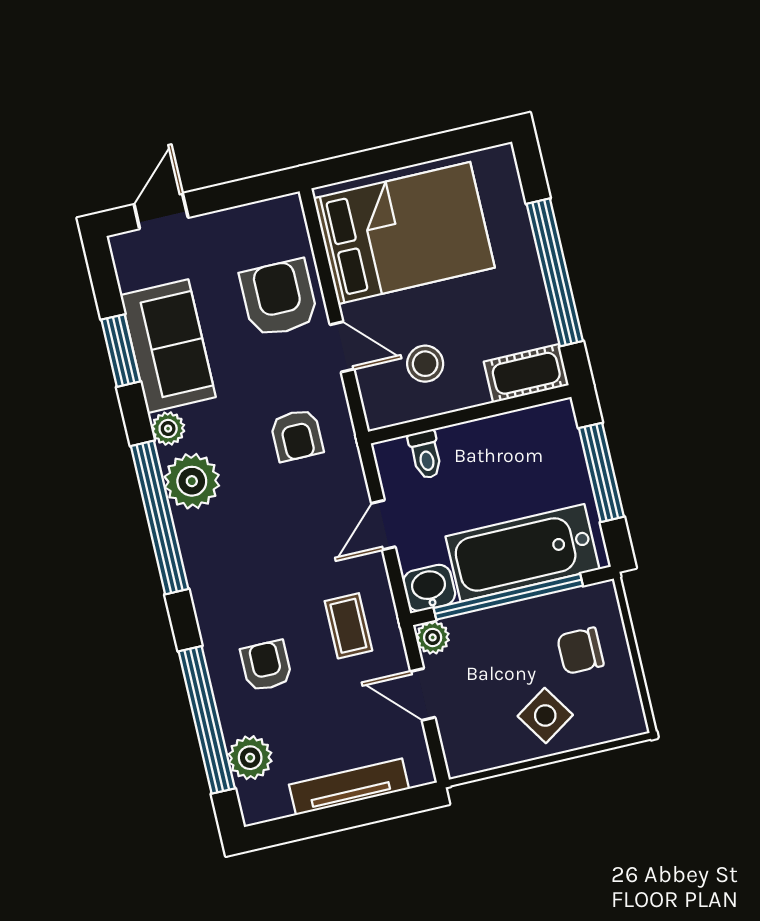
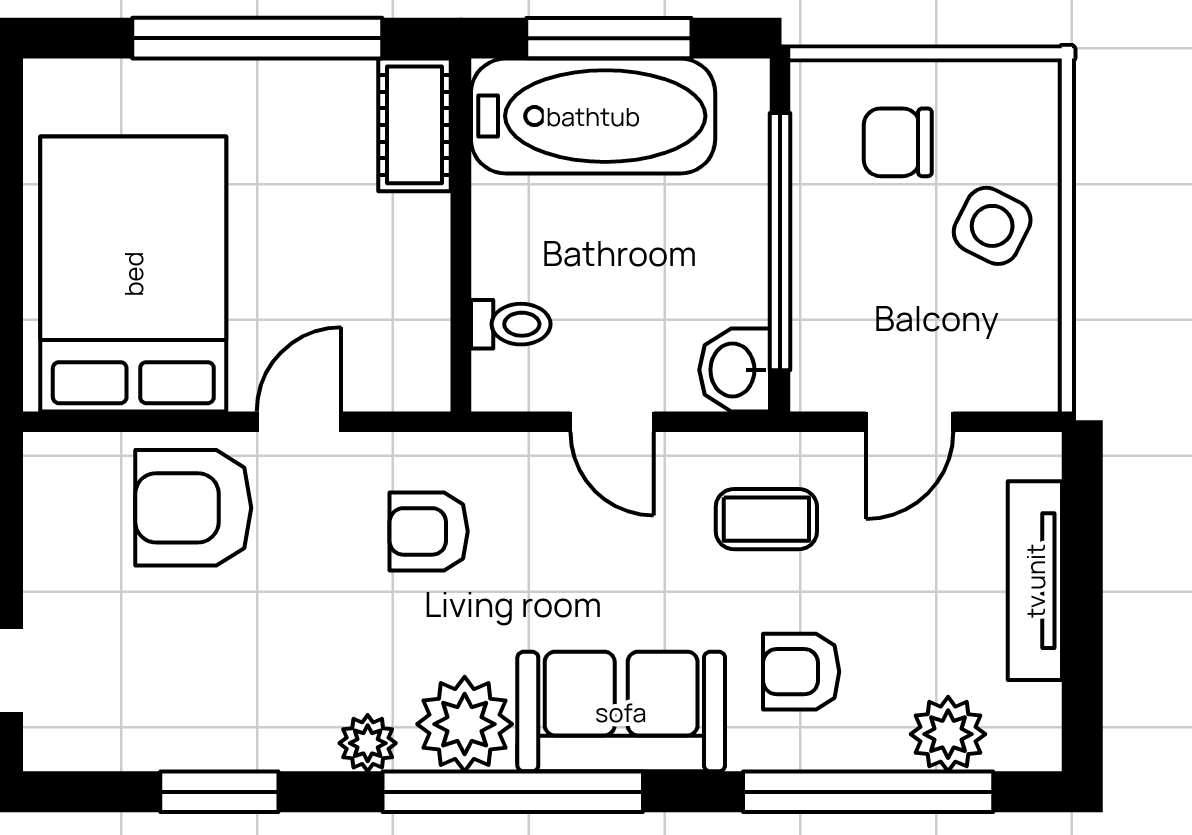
sofa: (168, 346) -> (621, 712), moved
stool: (425, 364) -> (359, 290), removed
armchair: (297, 435) -> (429, 531), turned 180
bathtub: (522, 553) -> (593, 116), moved, turned -90
plant: (433, 637) -> (818, 383), removed
chair: (580, 651) -> (898, 142), turned 90
side table: (545, 715) -> (992, 226), turned -30

